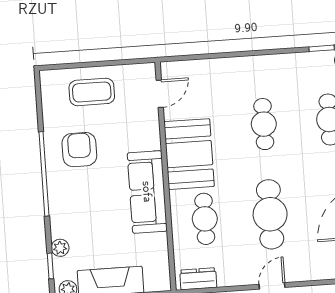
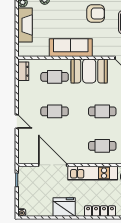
cafe table: (270, 214) -> (55, 111), width x0.73, depth x0.74
door: (272, 286) -> (17, 122), moved

